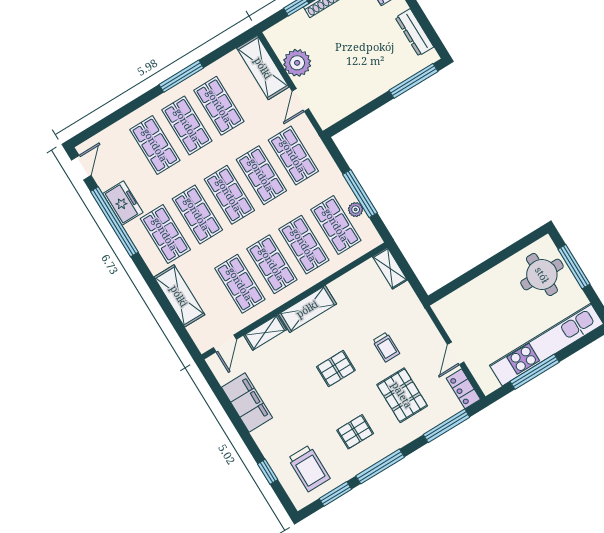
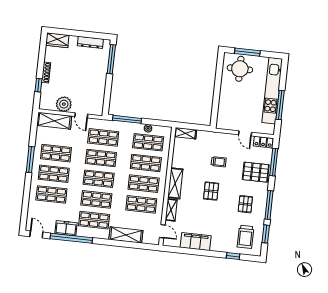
window: (360, 194) -> (127, 119), moved
pallet: (402, 395) -> (256, 172), moved
trolley: (309, 468) -> (246, 237), turned 90

